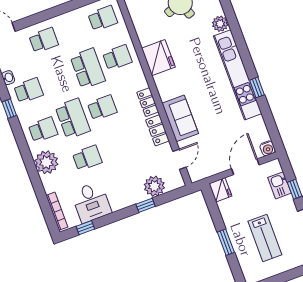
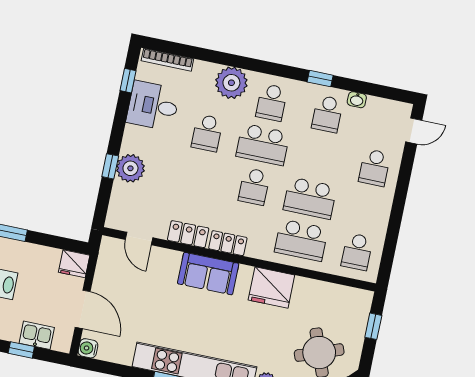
school desk: (117, 58) -> (301, 240), width x1.85
sofa: (180, 118) -> (208, 274), moved
plant: (154, 186) -> (130, 168), moved

